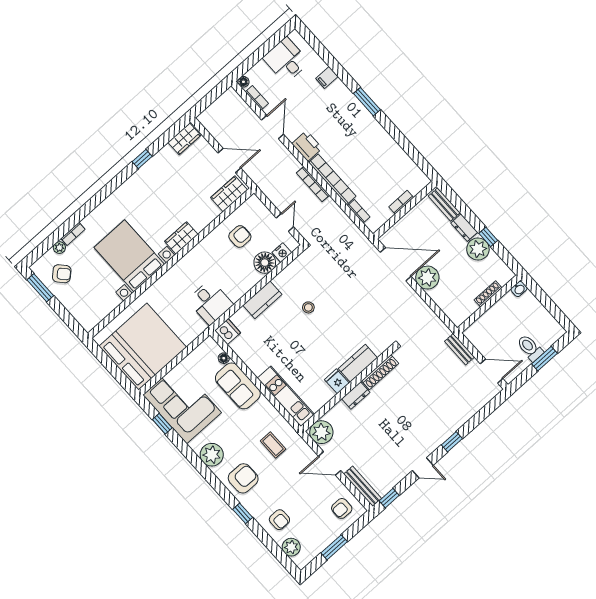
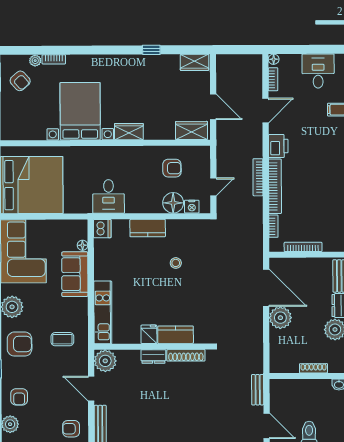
bookcase: (401, 202) -> (303, 247), width x1.56
coffee table: (273, 445) -> (62, 339), turned 90

